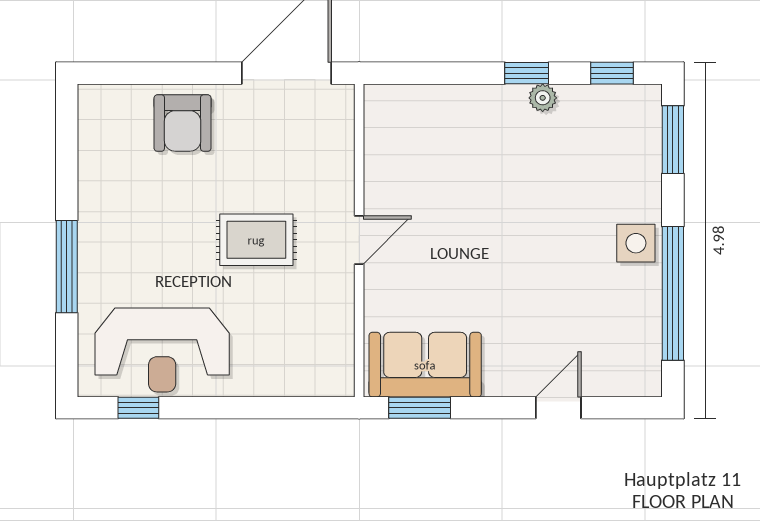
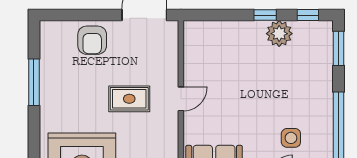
plant: (543, 98) -> (279, 34), width x1.88, depth x1.88
side table: (636, 243) -> (291, 138), moved
window: (67, 267) -> (34, 82), moved

